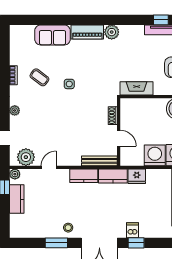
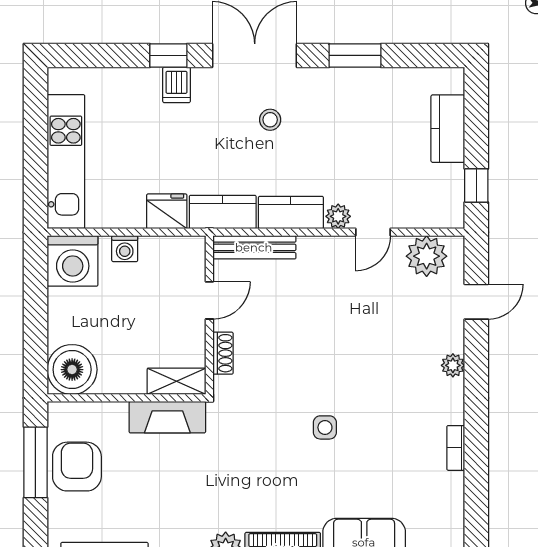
coffee table: (39, 77) -> (395, 443), removed
shelving: (133, 104) -> (177, 381), added
door: (119, 138) -> (209, 300), swing flipped
washing machine: (155, 155) -> (125, 249), width x0.53, depth x0.53
plant: (15, 174) -> (338, 216), moved
kitchen counter: (17, 199) -> (448, 129), moved
stool: (68, 228) -> (270, 120), moved

